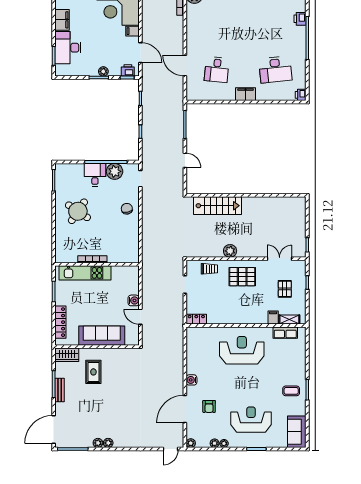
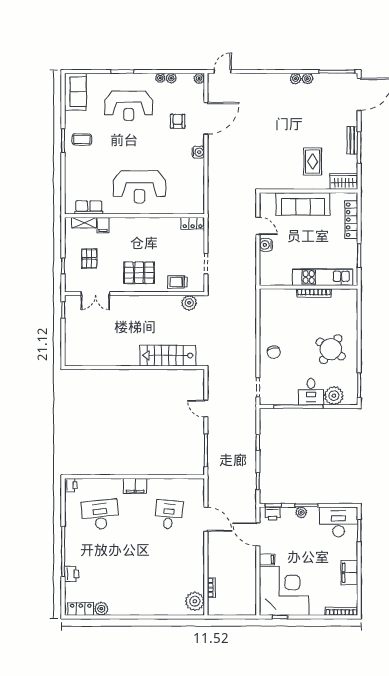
desk: (68, 48) -> (339, 522), moved, turned -90
plant: (115, 171) -> (334, 396), moved
plant: (230, 251) -> (189, 303), moved

